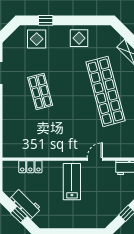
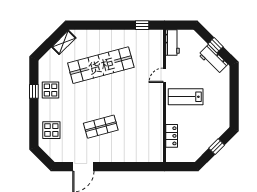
window: (46, 20) -> (34, 91), moved
door: (95, 159) -> (164, 75), hinge flipped
workbench: (25, 204) -> (213, 59), moved, turned -90

